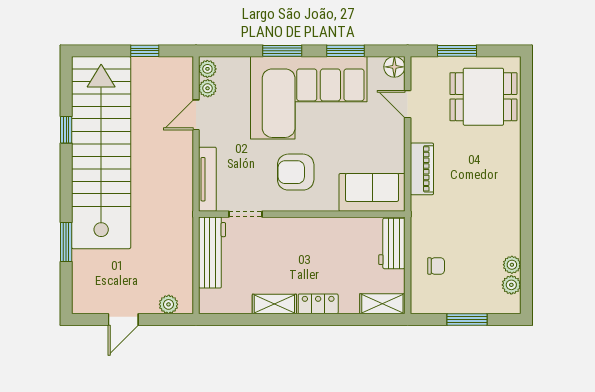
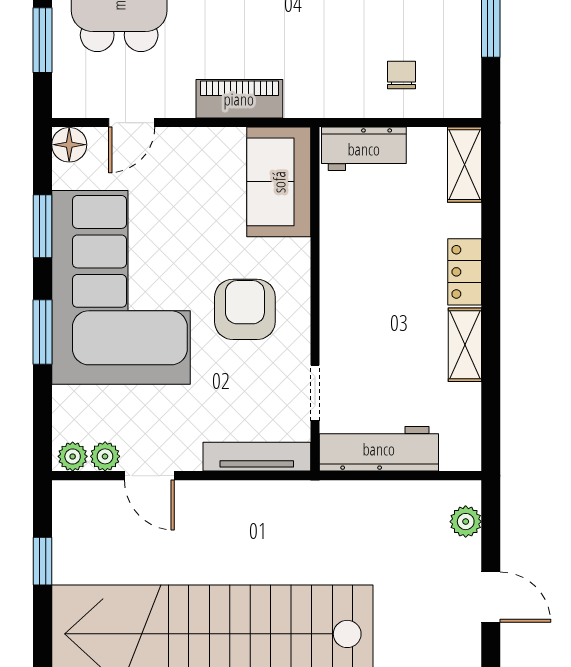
armchair: (296, 172) -> (245, 309), turned 180

